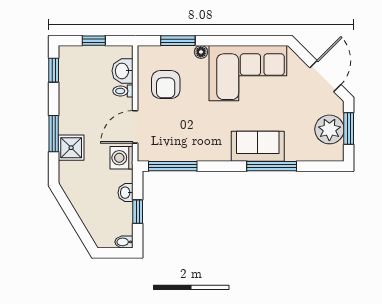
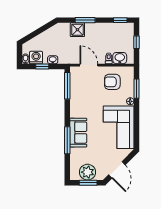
door: (325, 76) -> (117, 170), hinge flipped
washing machine: (122, 158) -> (36, 58), moved

